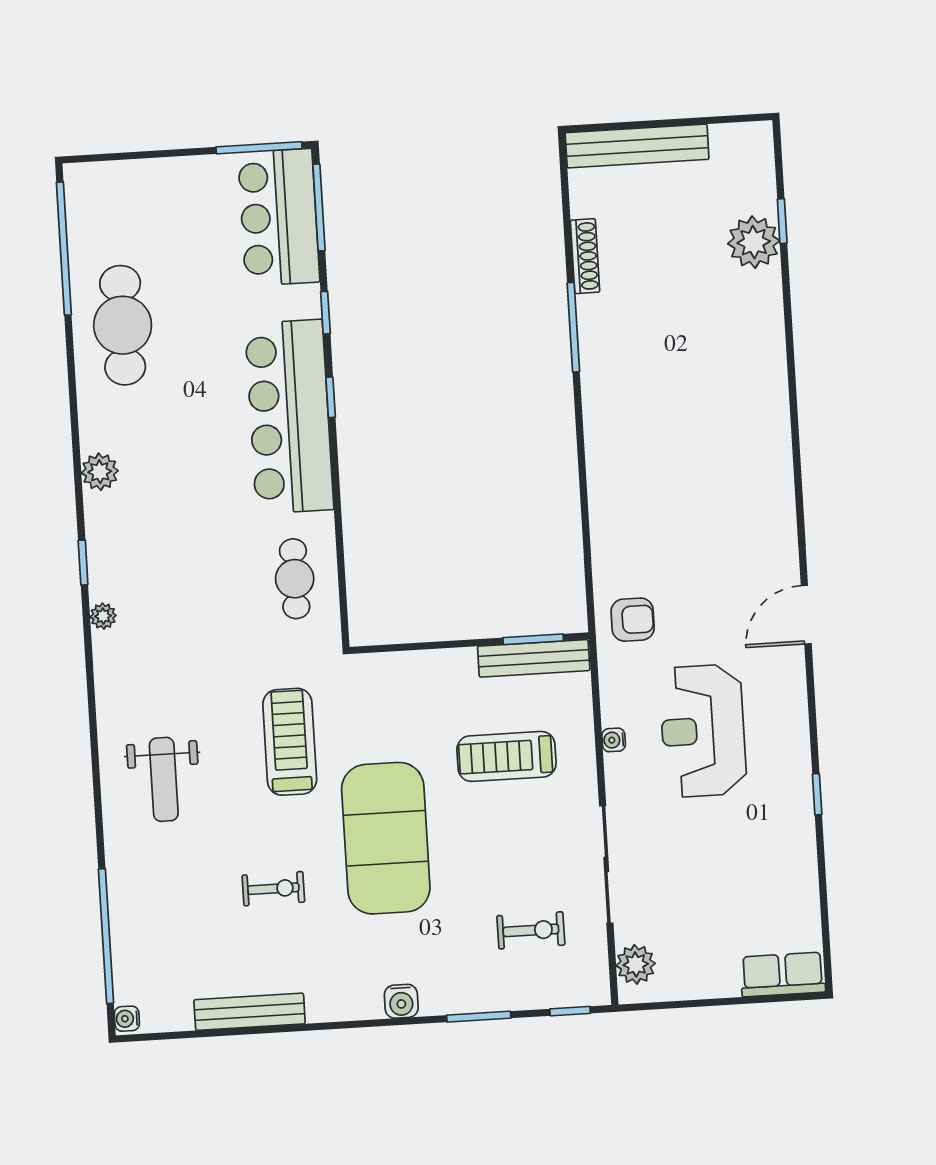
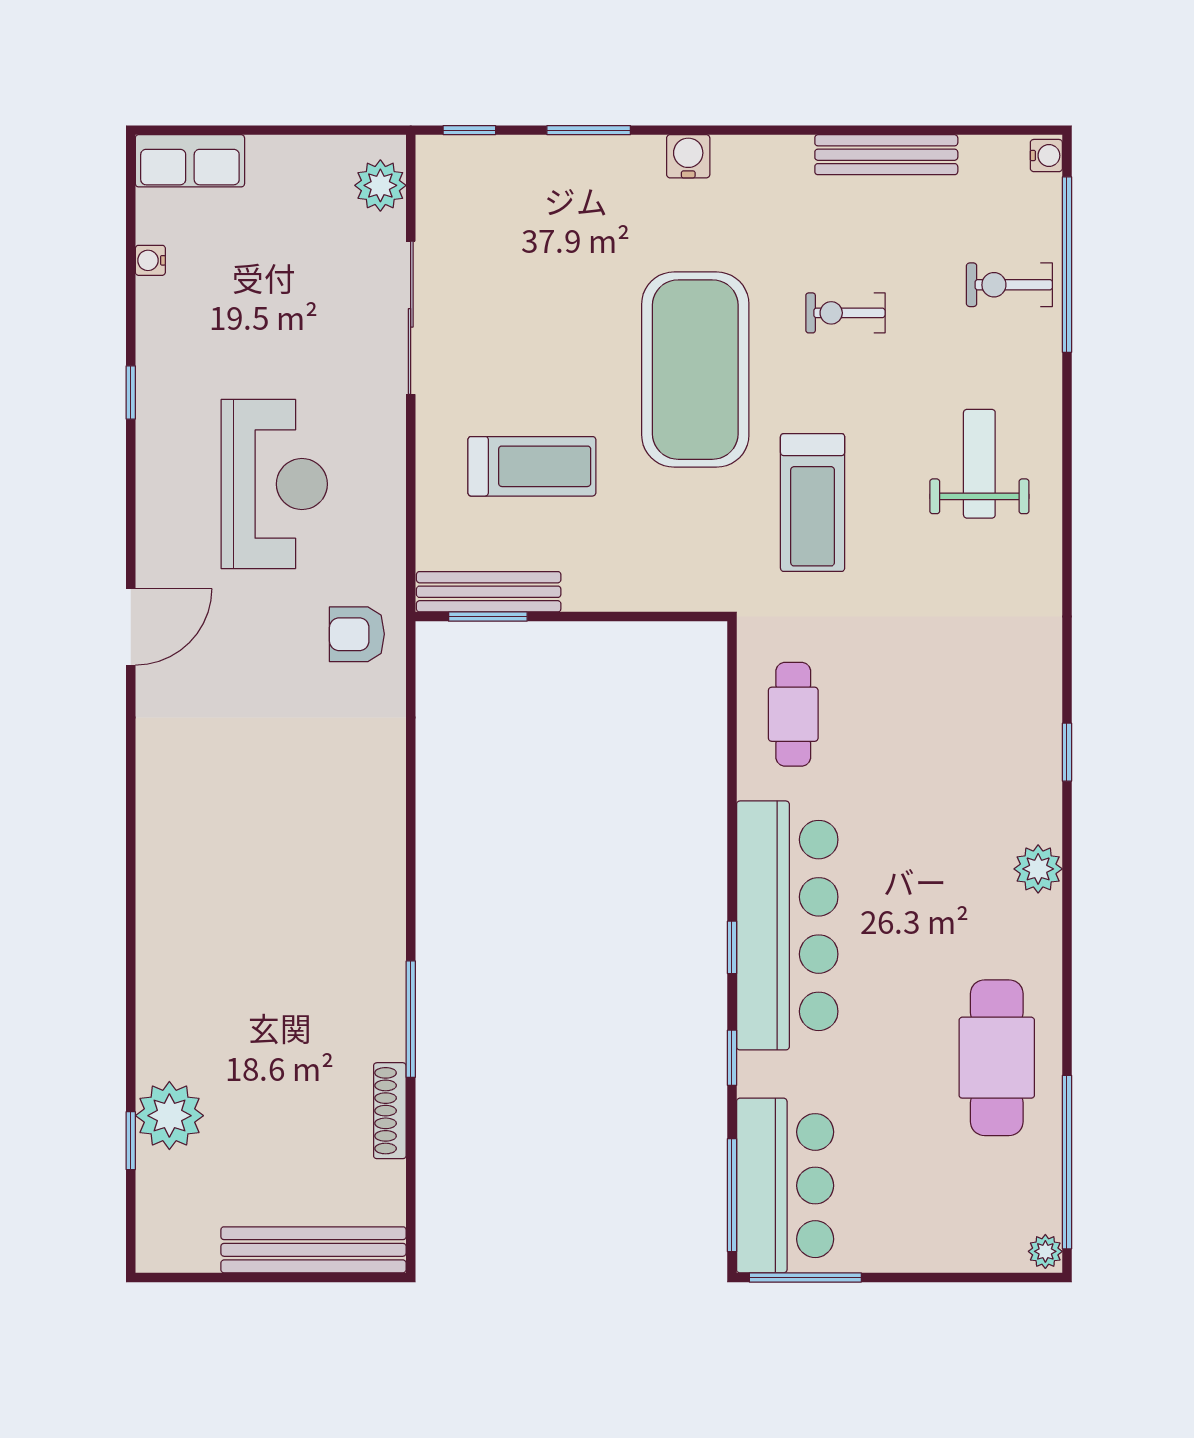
plant: (103, 616) -> (1045, 1251), moved
water cooler: (614, 740) -> (150, 260), moved, turned 180
exercise bike: (531, 930) -> (1009, 285), moved

